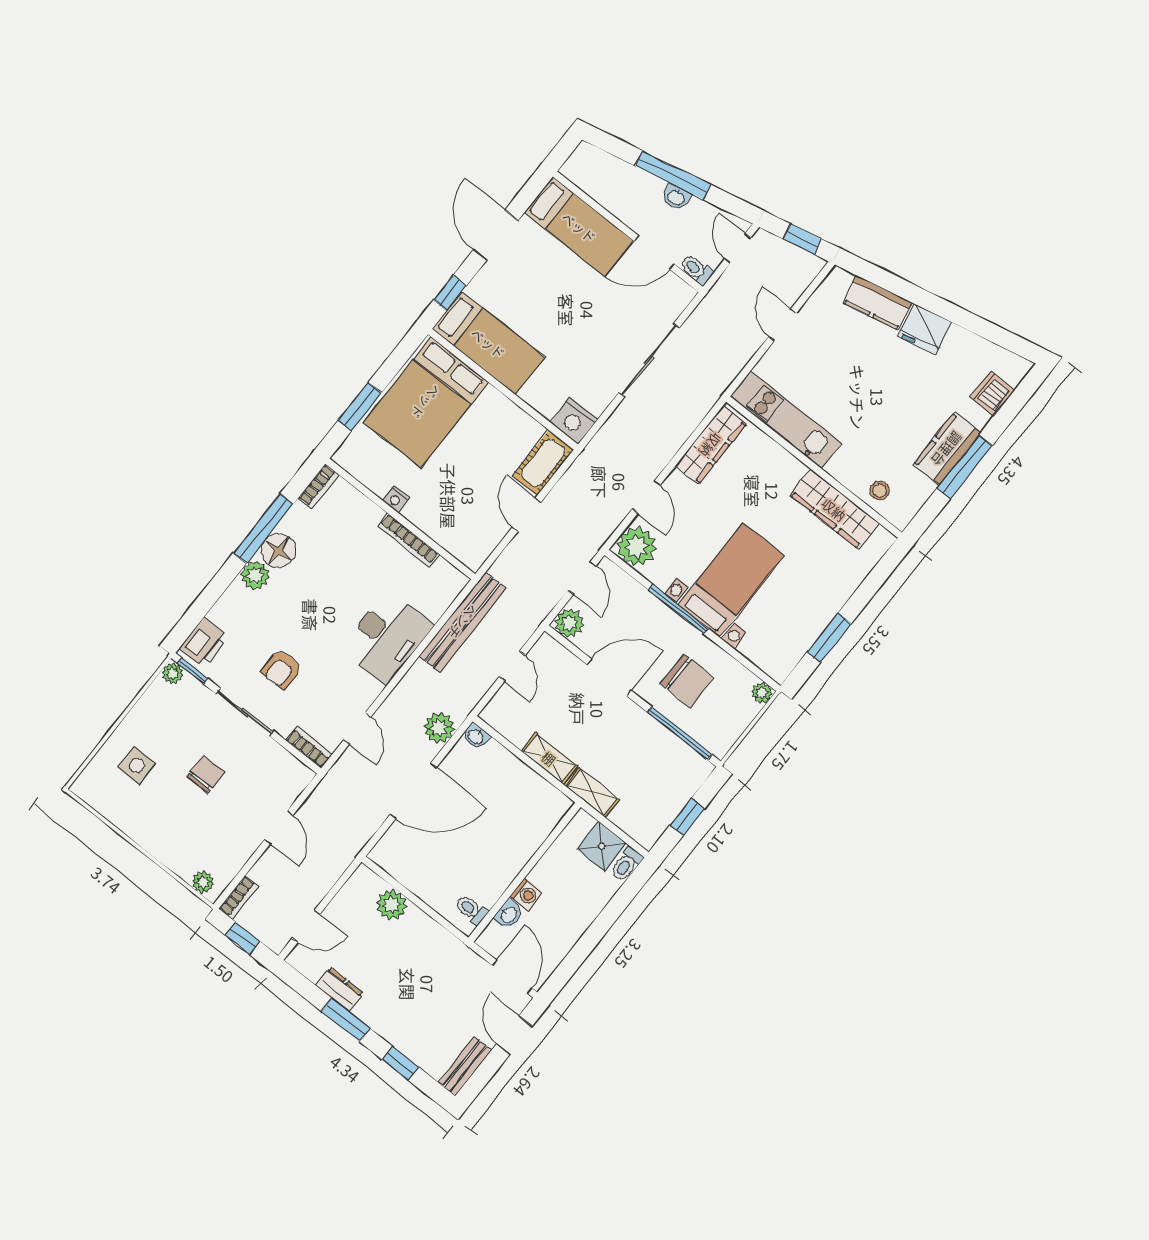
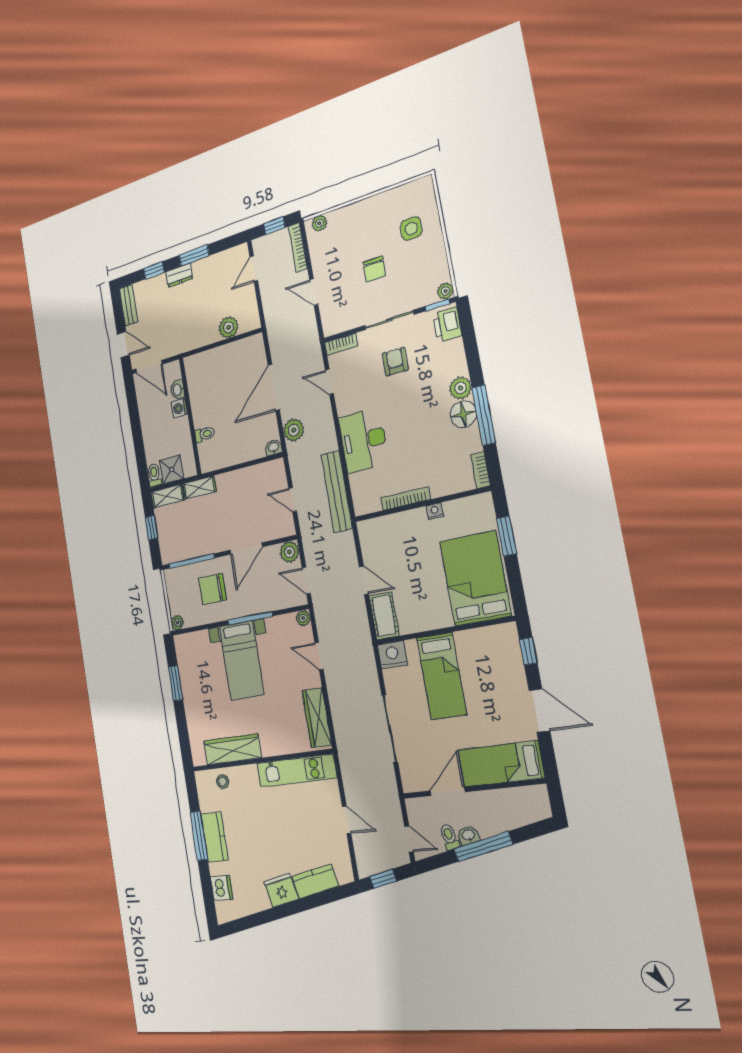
toilet: (697, 270) -> (449, 837), moved, turned -102
bed: (488, 343) -> (442, 676), moved, turned -90
plant: (637, 546) -> (303, 618), width x0.53, depth x0.53
shelving: (549, 758) -> (167, 496), moved
bookcase: (239, 897) -> (298, 248), width x1.56
toilet: (471, 910) -> (205, 434), moved
dresser: (340, 989) -> (179, 275), moved

